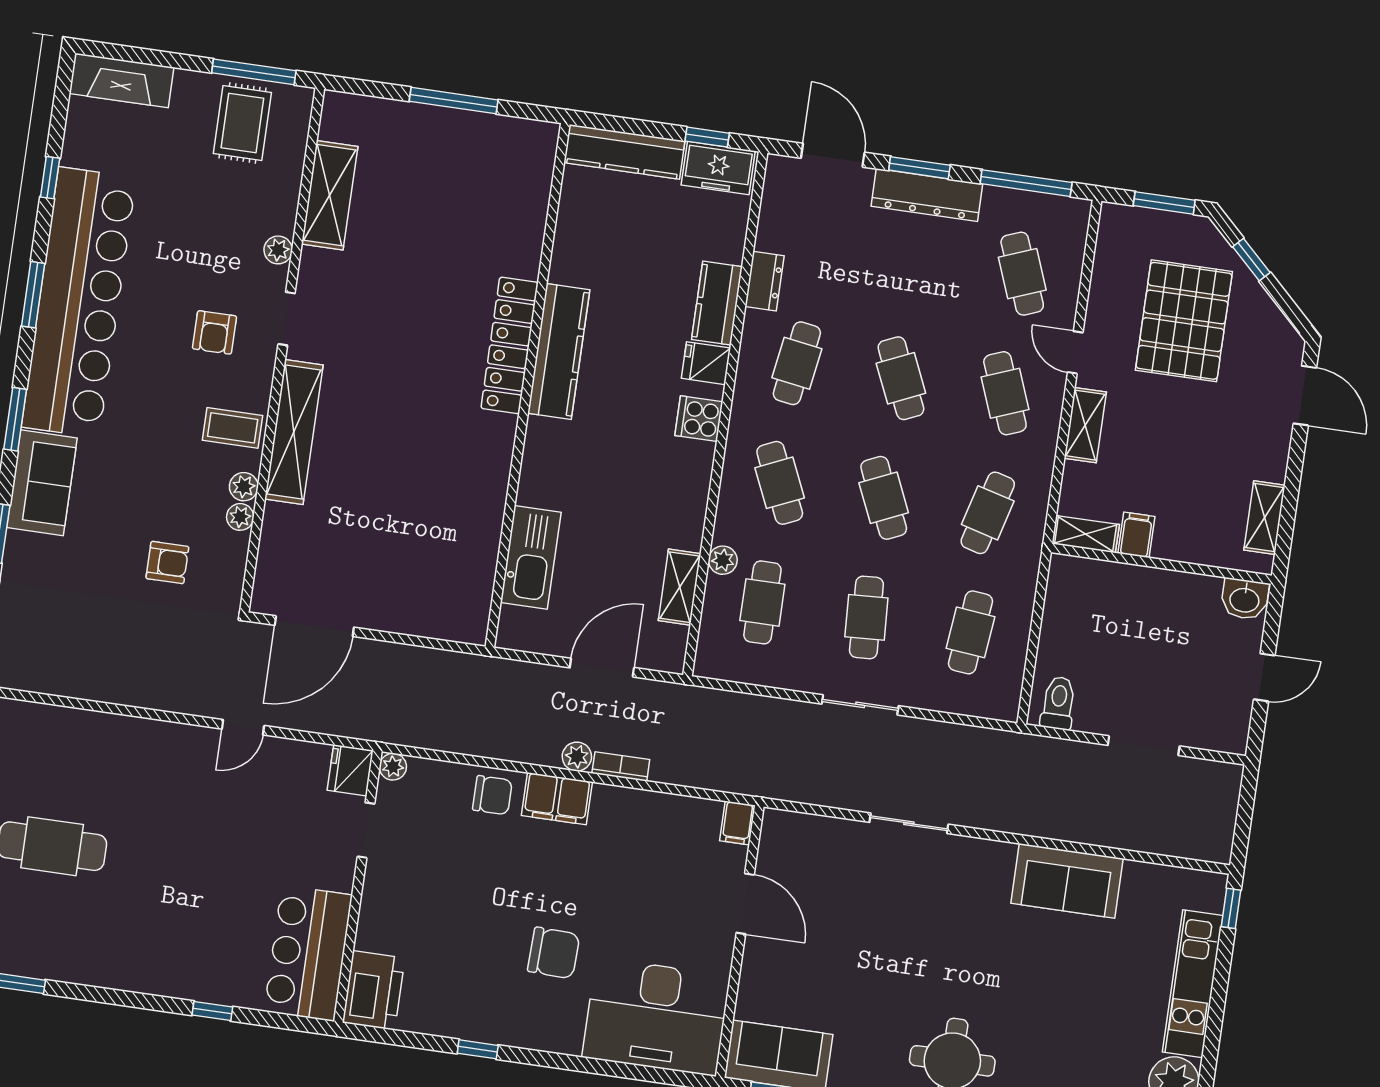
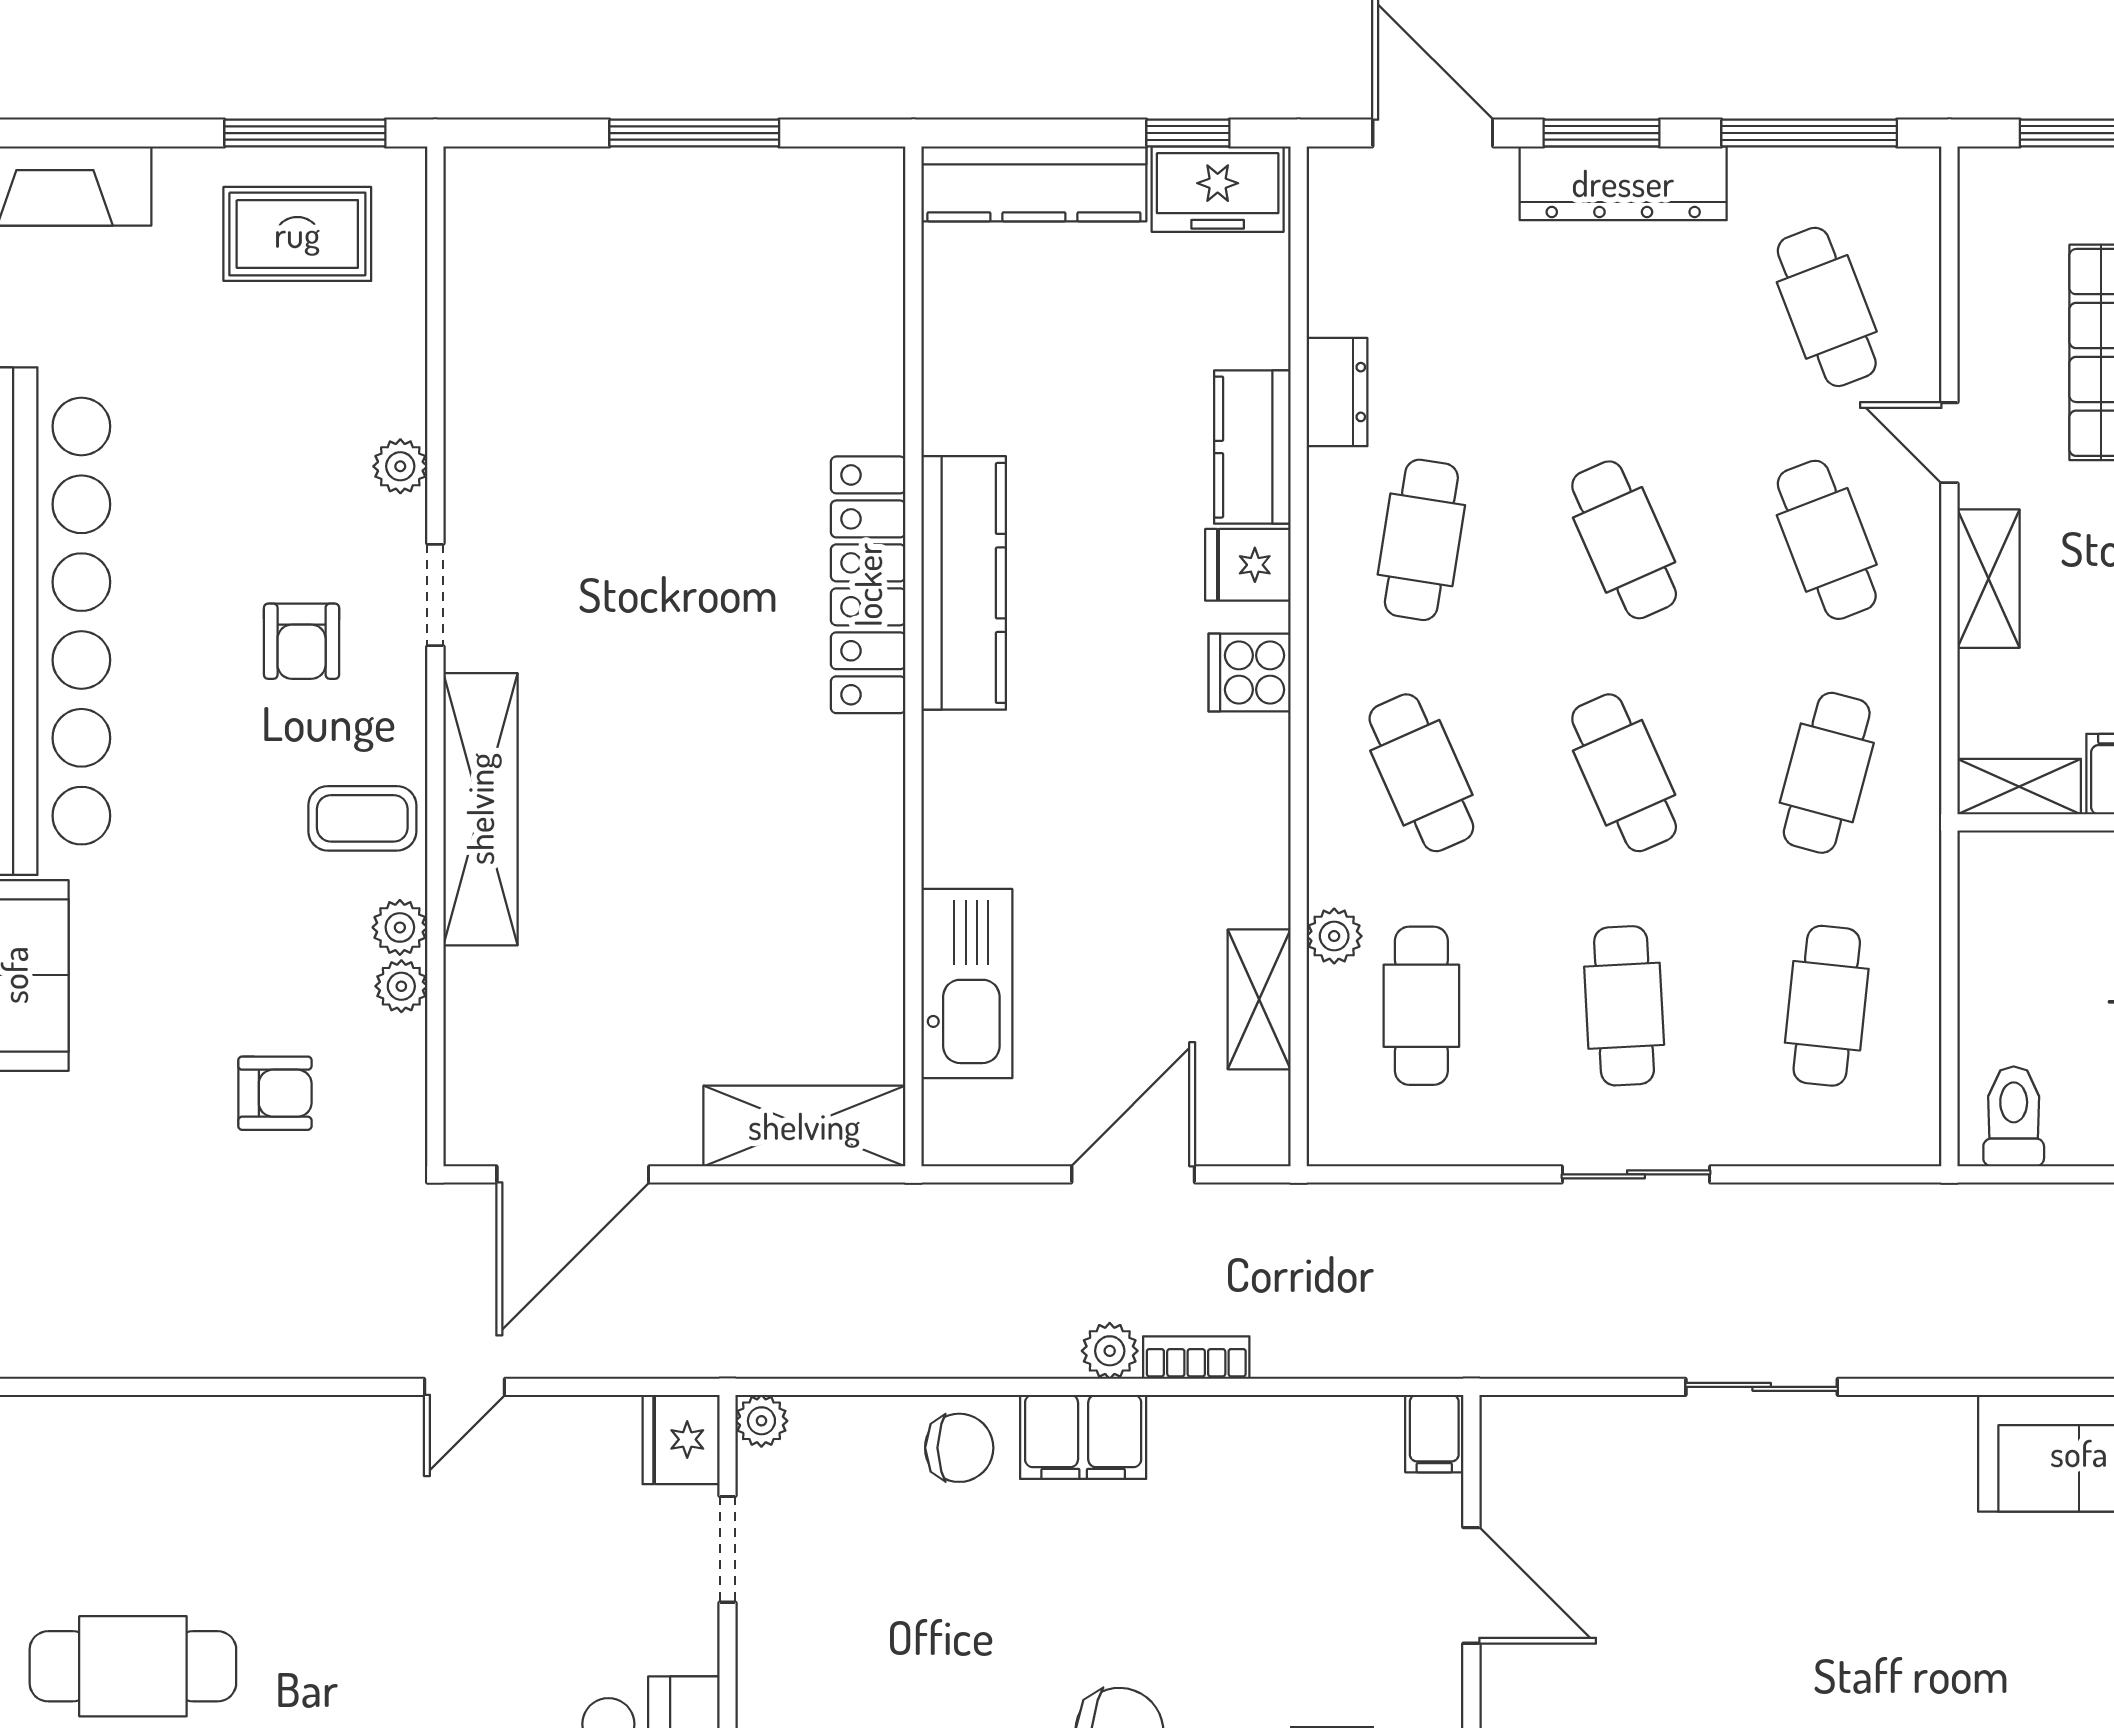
rug: (242, 123) -> (297, 234), turned 90
shelving: (330, 195) -> (804, 1126), moved, turned 90

